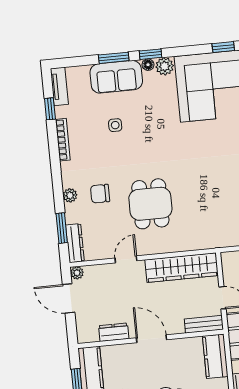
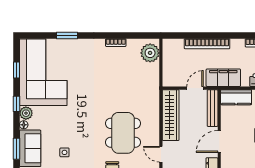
window: (150, 54) -> (16, 104), moved
dining table: (150, 204) -> (123, 133), width x1.38
bench: (204, 324) -> (213, 108), width x1.36

